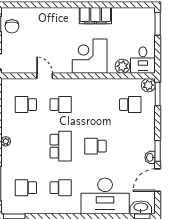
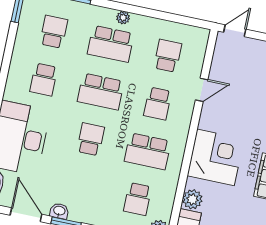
school desk: (95, 105) -> (148, 151), added
school desk: (26, 146) -> (111, 44), added

